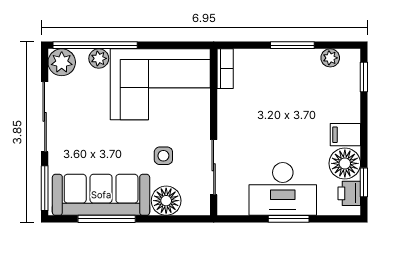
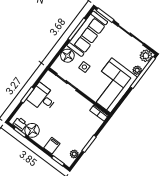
filing cabinet: (345, 135) -> (52, 146), moved
desk: (283, 189) -> (42, 98), width x0.73

